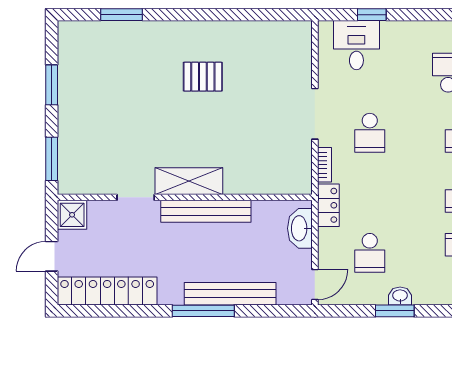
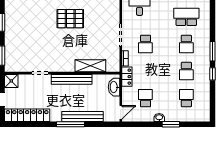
pallet: (203, 77) -> (70, 19), width x1.50, depth x1.42
shelving: (189, 181) -> (90, 66), moved
school desk: (370, 253) -> (145, 98), turned 180
window: (395, 311) -> (171, 124), moved

